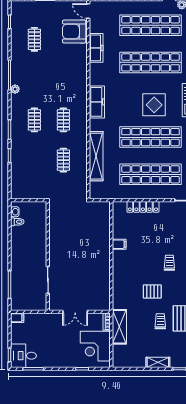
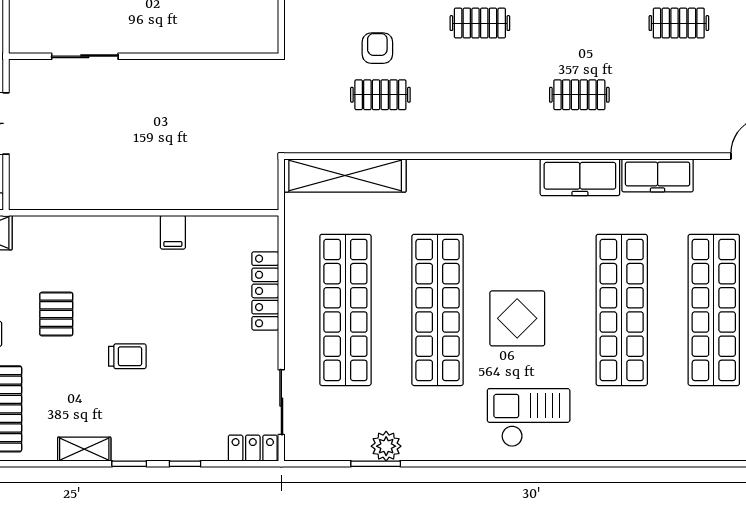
armchair: (74, 32) -> (377, 48), moved, width x0.53, depth x0.53
freezer: (97, 102) -> (580, 177), moved
clothes rail: (63, 120) -> (579, 95), moved
shelving: (96, 156) -> (345, 175), moved

